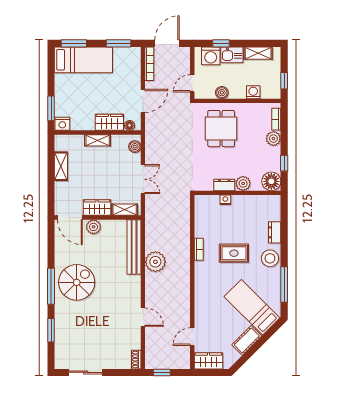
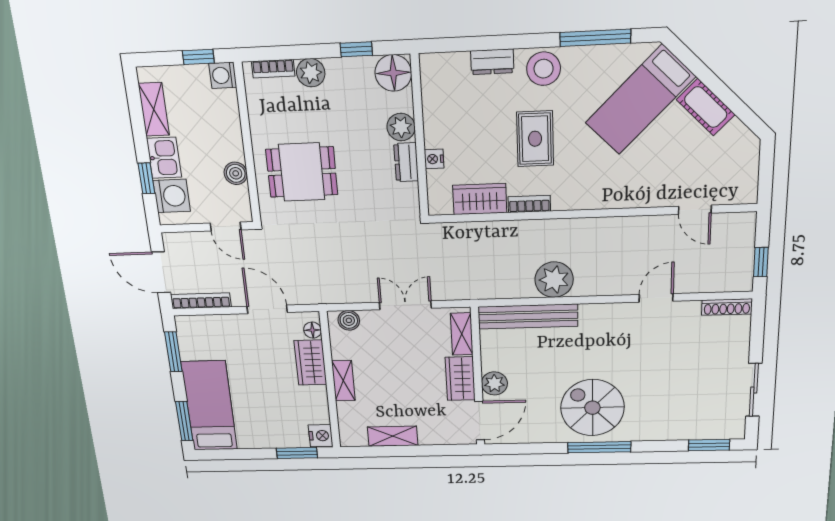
washing machine: (253, 92) -> (223, 75), moved
window: (51, 330) -> (709, 445), moved
shoe rack: (136, 360) -> (727, 307), width x1.43
wardrobe: (208, 361) -> (480, 199), moved, turned 90

